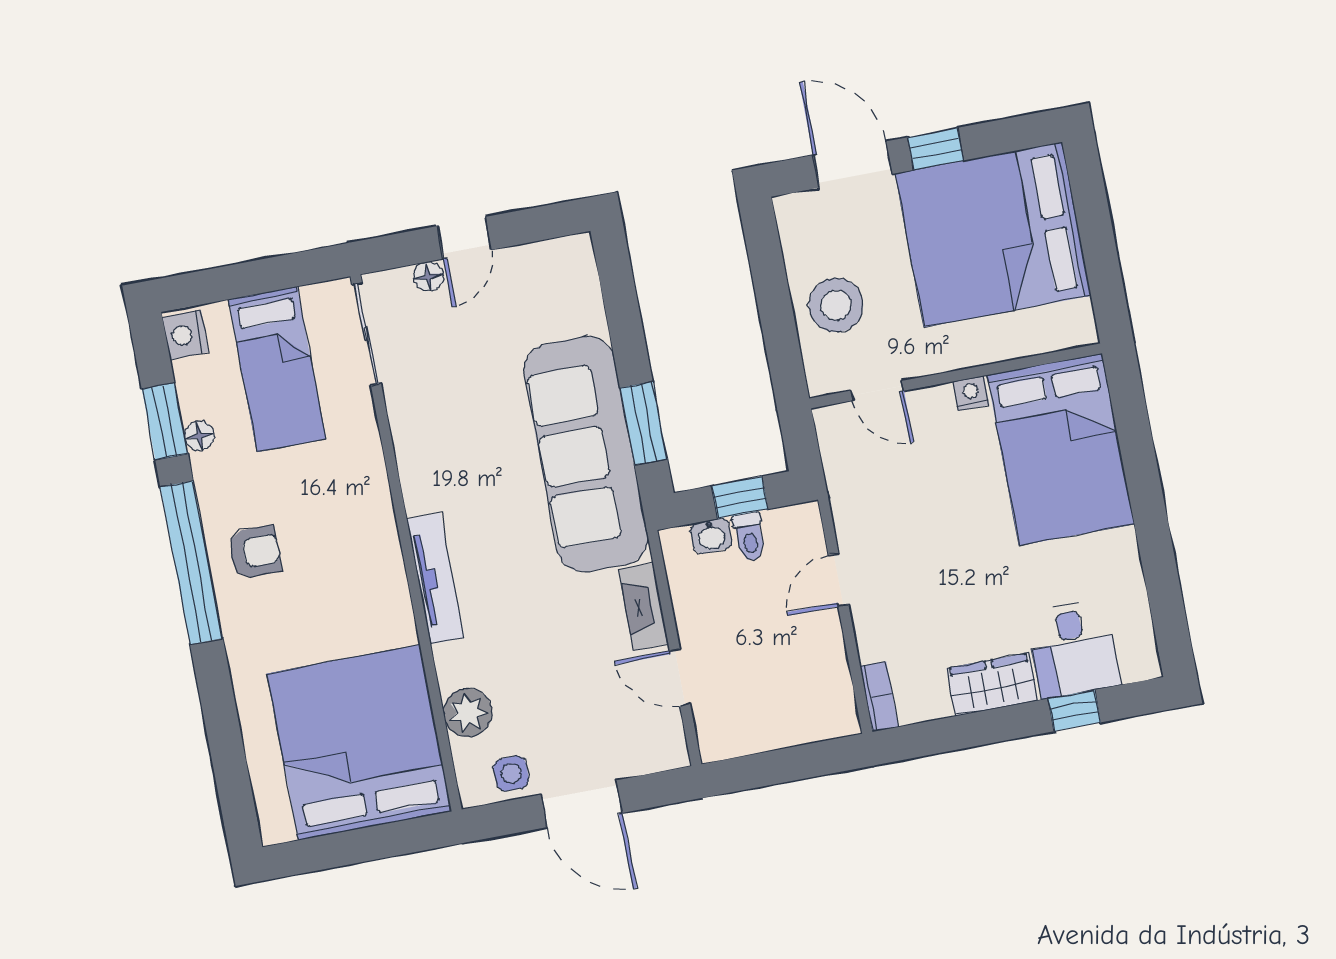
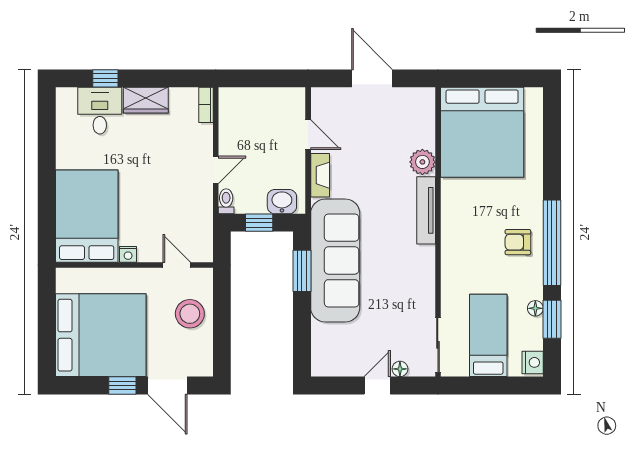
washbasin: (711, 536) -> (282, 202), width x1.38, depth x1.45
toilet: (749, 537) -> (226, 201), moved
plant: (468, 713) -> (422, 162), moved
side table: (511, 773) -> (406, 101), removed

